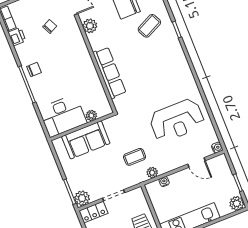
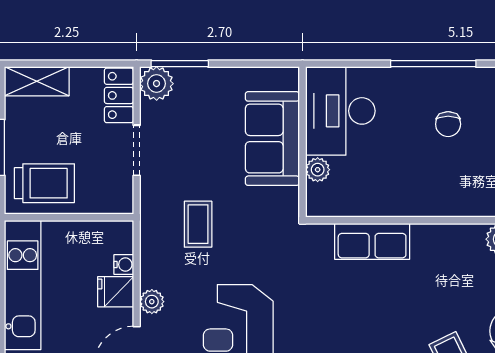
chair: (34, 69) -> (448, 124), moved
row of seats: (109, 73) -> (372, 241), width x0.68
plant: (152, 173) -> (152, 302), moved
fridge: (177, 180) -> (116, 292), added

